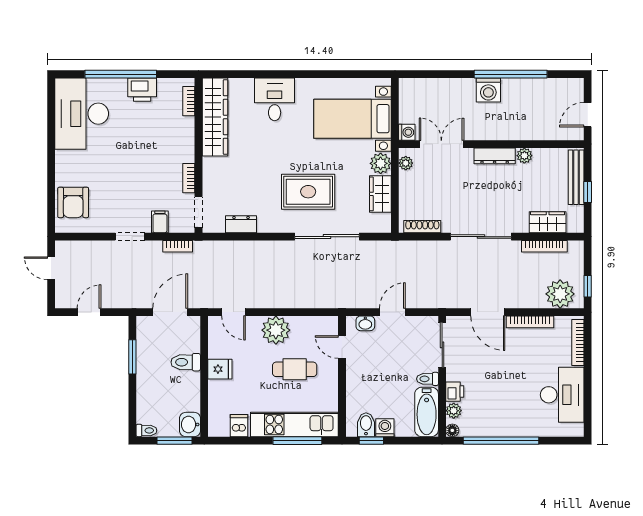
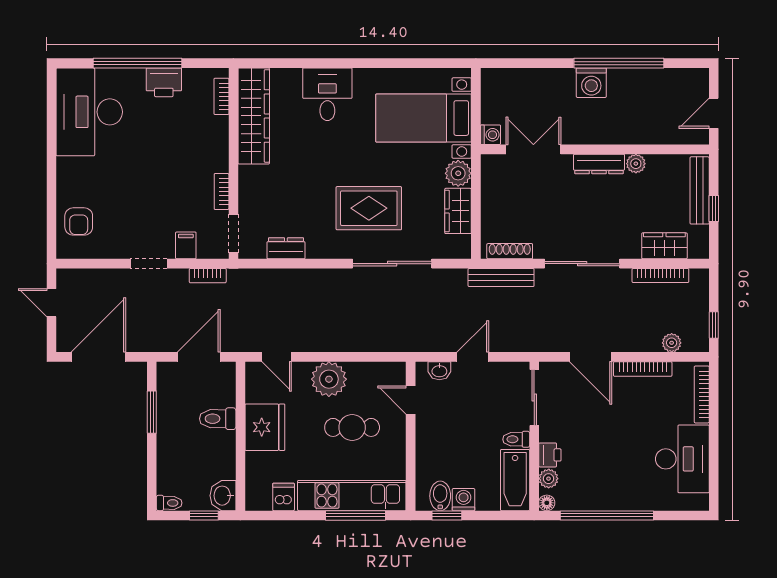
plant: (406, 163) -> (489, 173), removed
armchair: (73, 202) -> (79, 221), width x0.72, depth x0.72
bench: (415, 248) -> (501, 277), added
plant: (560, 294) -> (672, 343), width x0.53, depth x0.53
door: (89, 312) -> (98, 357), width x1.88
fridge: (220, 369) -> (265, 427), width x1.88, depth x1.34
window: (175, 441) -> (204, 515), width x0.67

